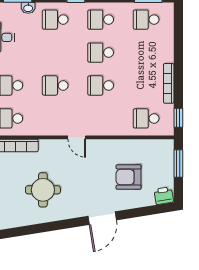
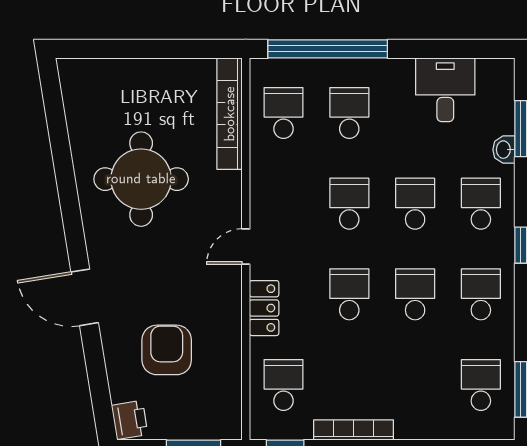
school desk: (55, 53) -> (415, 204), added
locker: (108, 128) -> (264, 308), added
round table: (43, 190) -> (141, 179), width x1.36, depth x1.36

